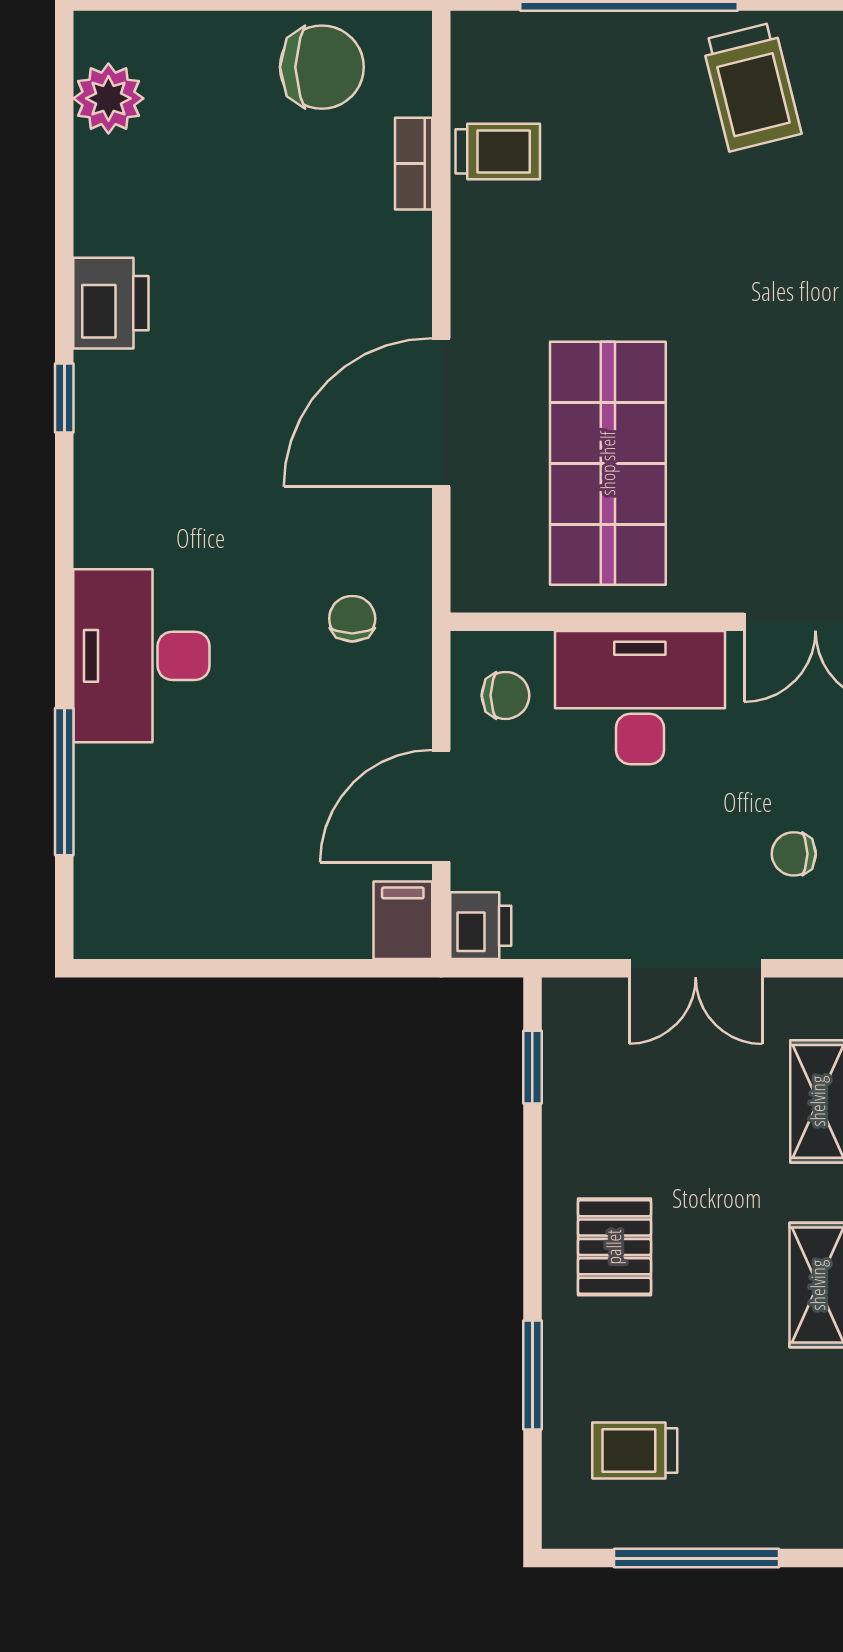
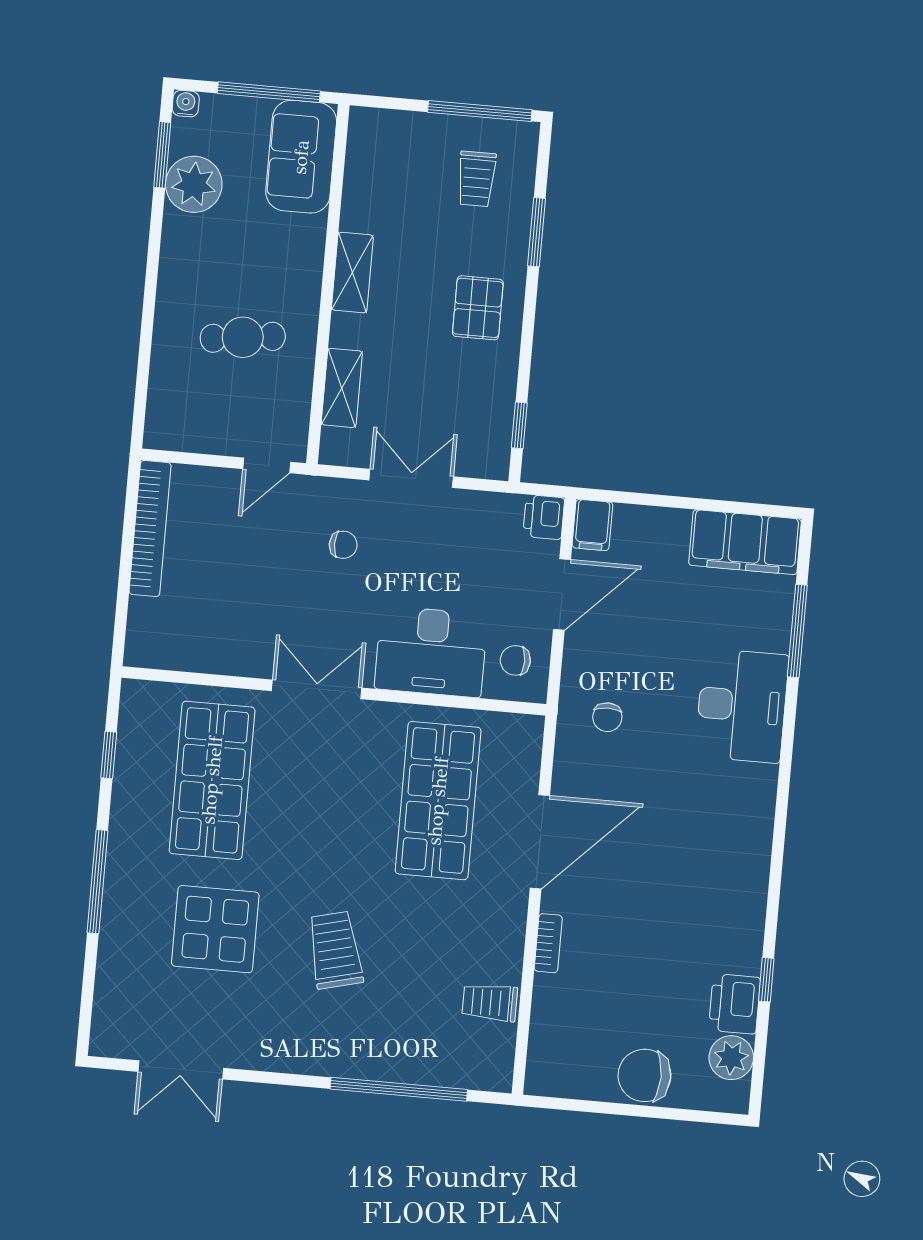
chair: (322, 67) -> (644, 1075), moved
trolley: (752, 87) -> (335, 950), moved
bookcase: (414, 164) -> (548, 943), moved
printer: (111, 303) -> (735, 1004), moved
window: (64, 398) -> (766, 980), moved
filing cabinet: (159, 915) -> (745, 542), added
trolley: (635, 1450) -> (476, 179), turned 90
window: (696, 1558) -> (480, 111), moved

